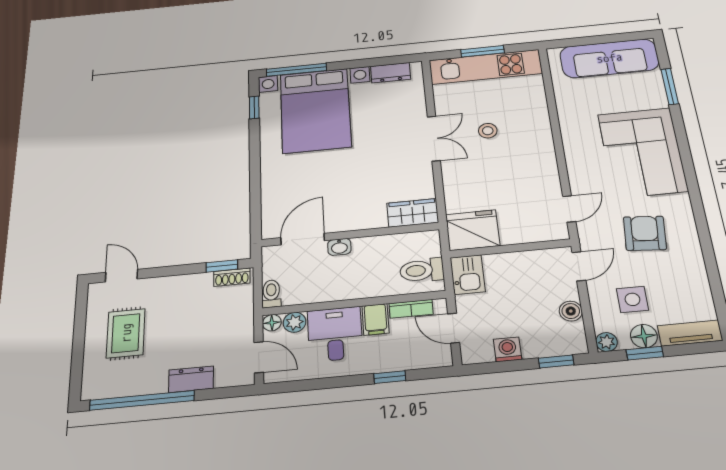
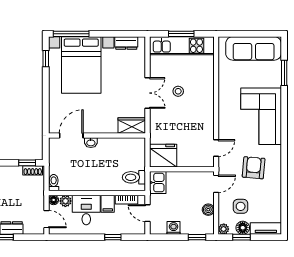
wardrobe: (413, 213) -> (132, 126), moved
wall: (350, 235) -> (97, 136), moved
door: (303, 239) -> (71, 136), moved
washbasin: (339, 247) -> (91, 143), moved

